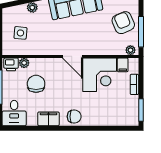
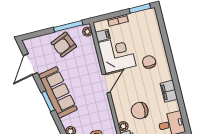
chair: (74, 117) -> (149, 62), moved

